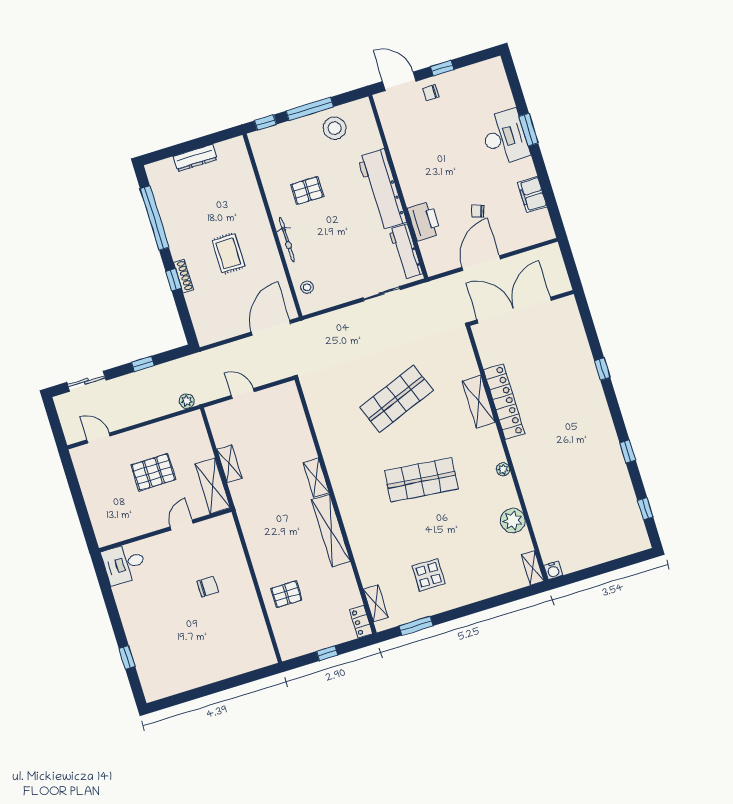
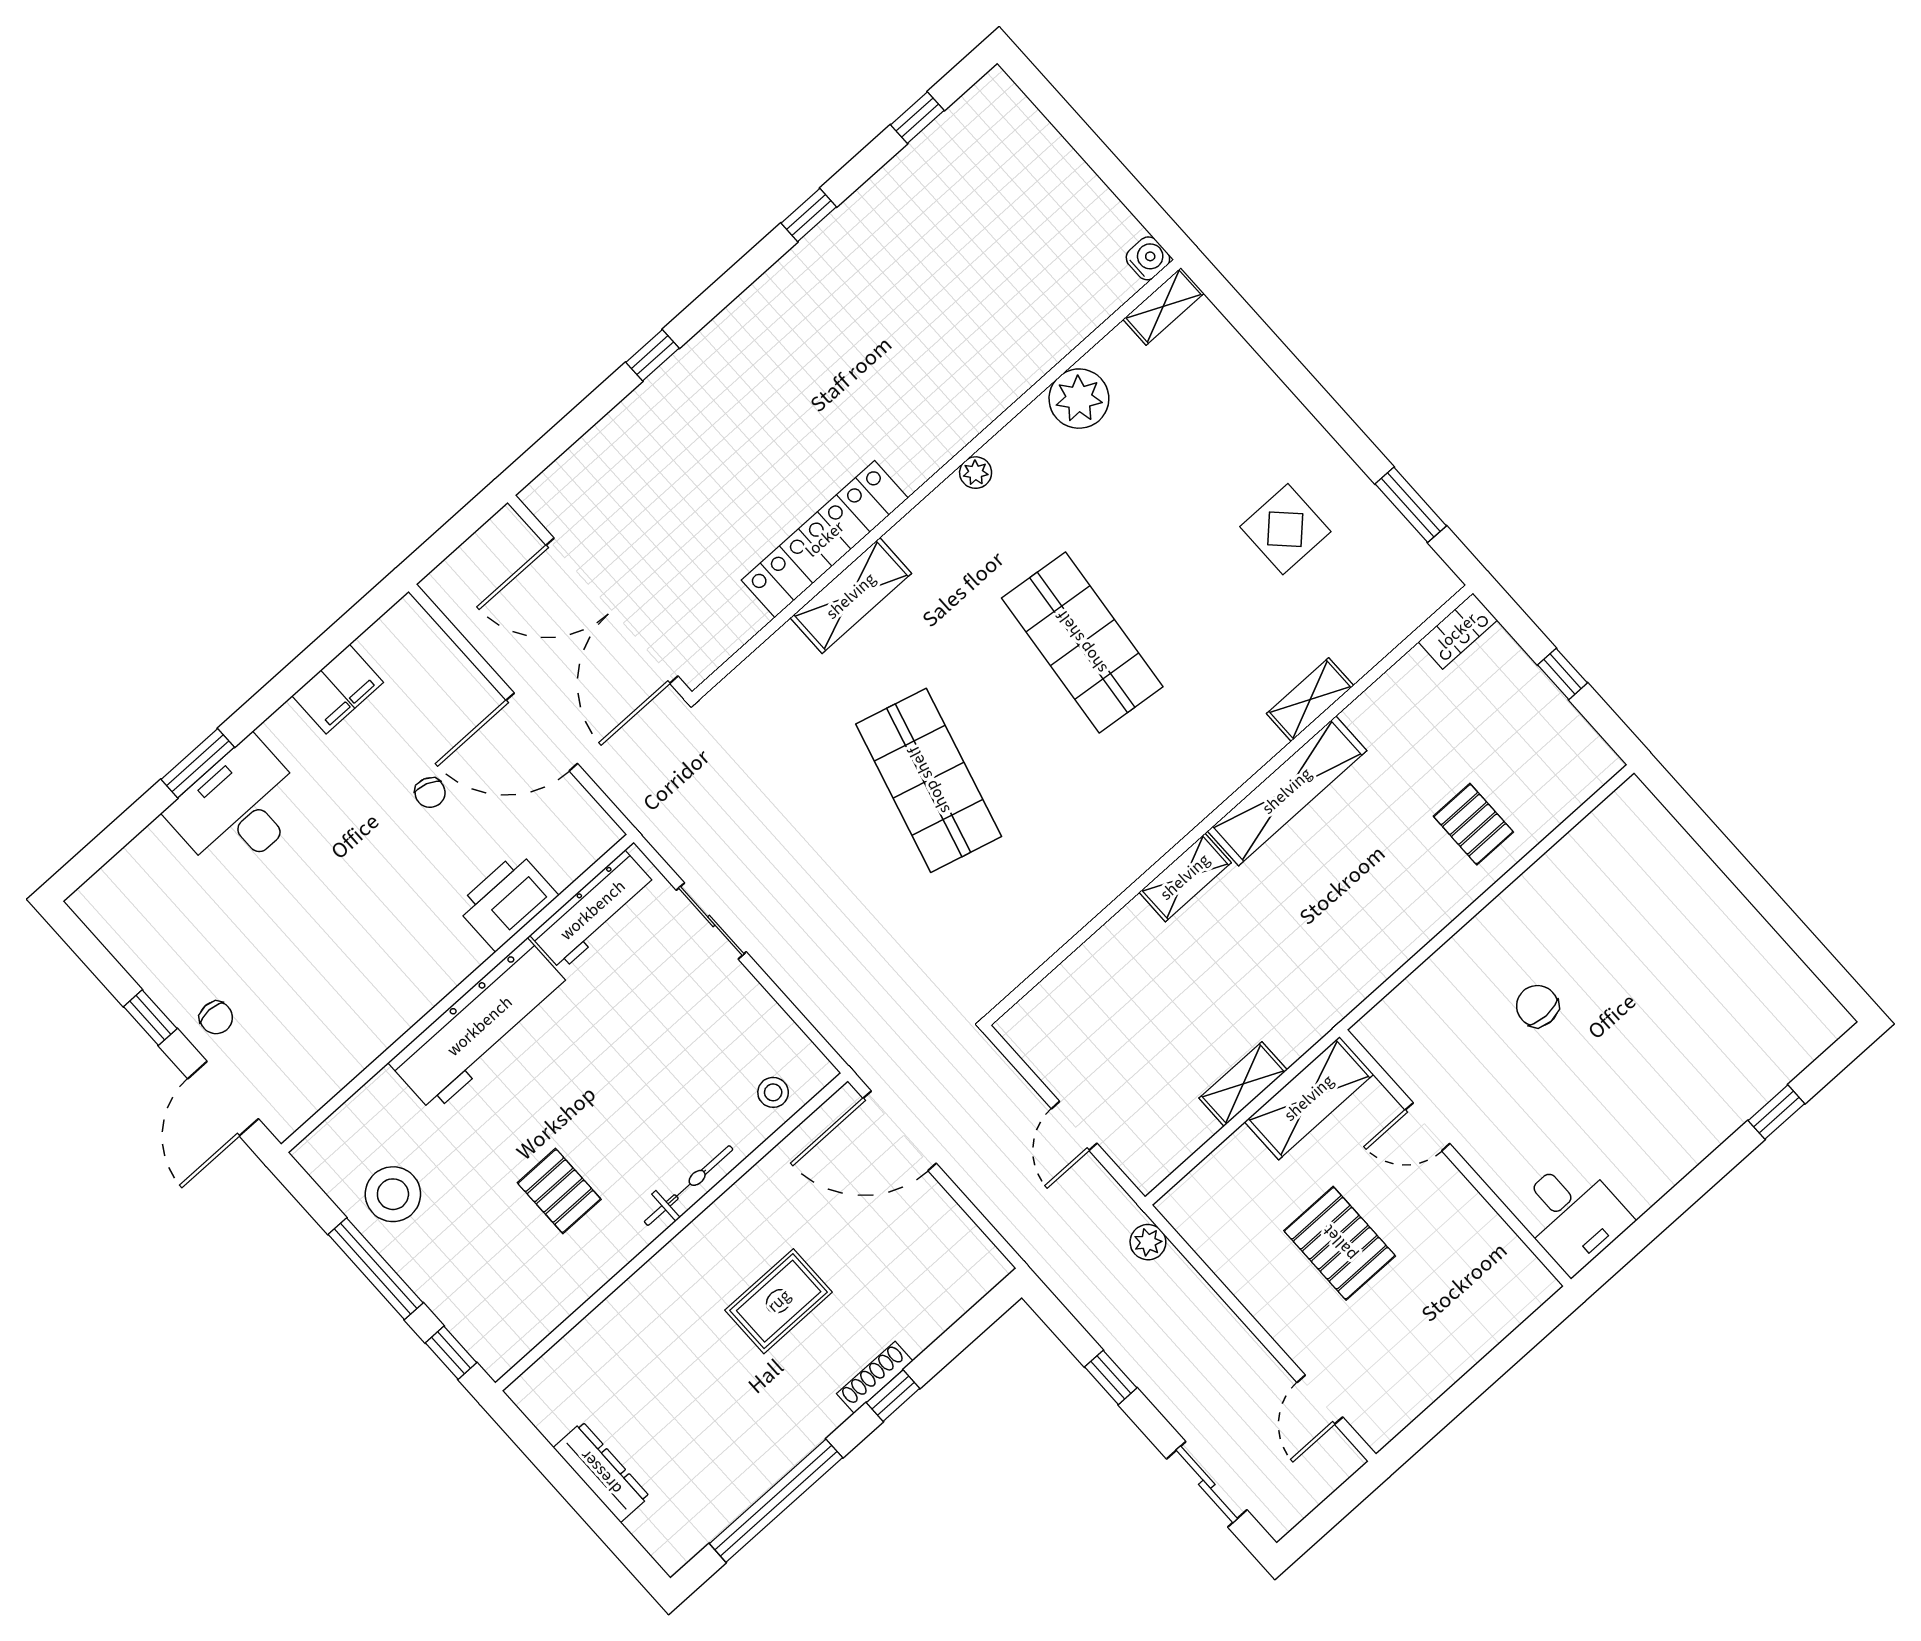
shop shelf: (396, 399) -> (929, 780), turned 36
shelving: (376, 603) -> (1310, 700), moved

